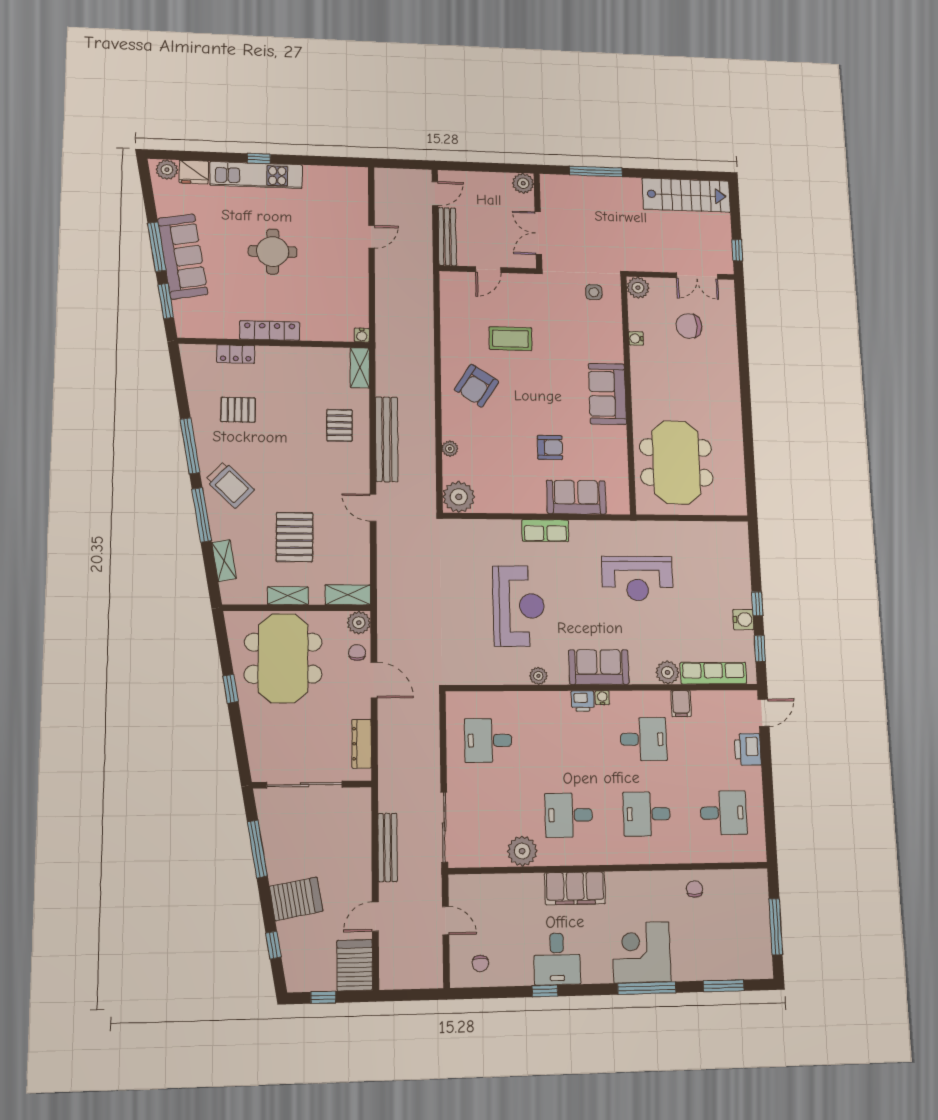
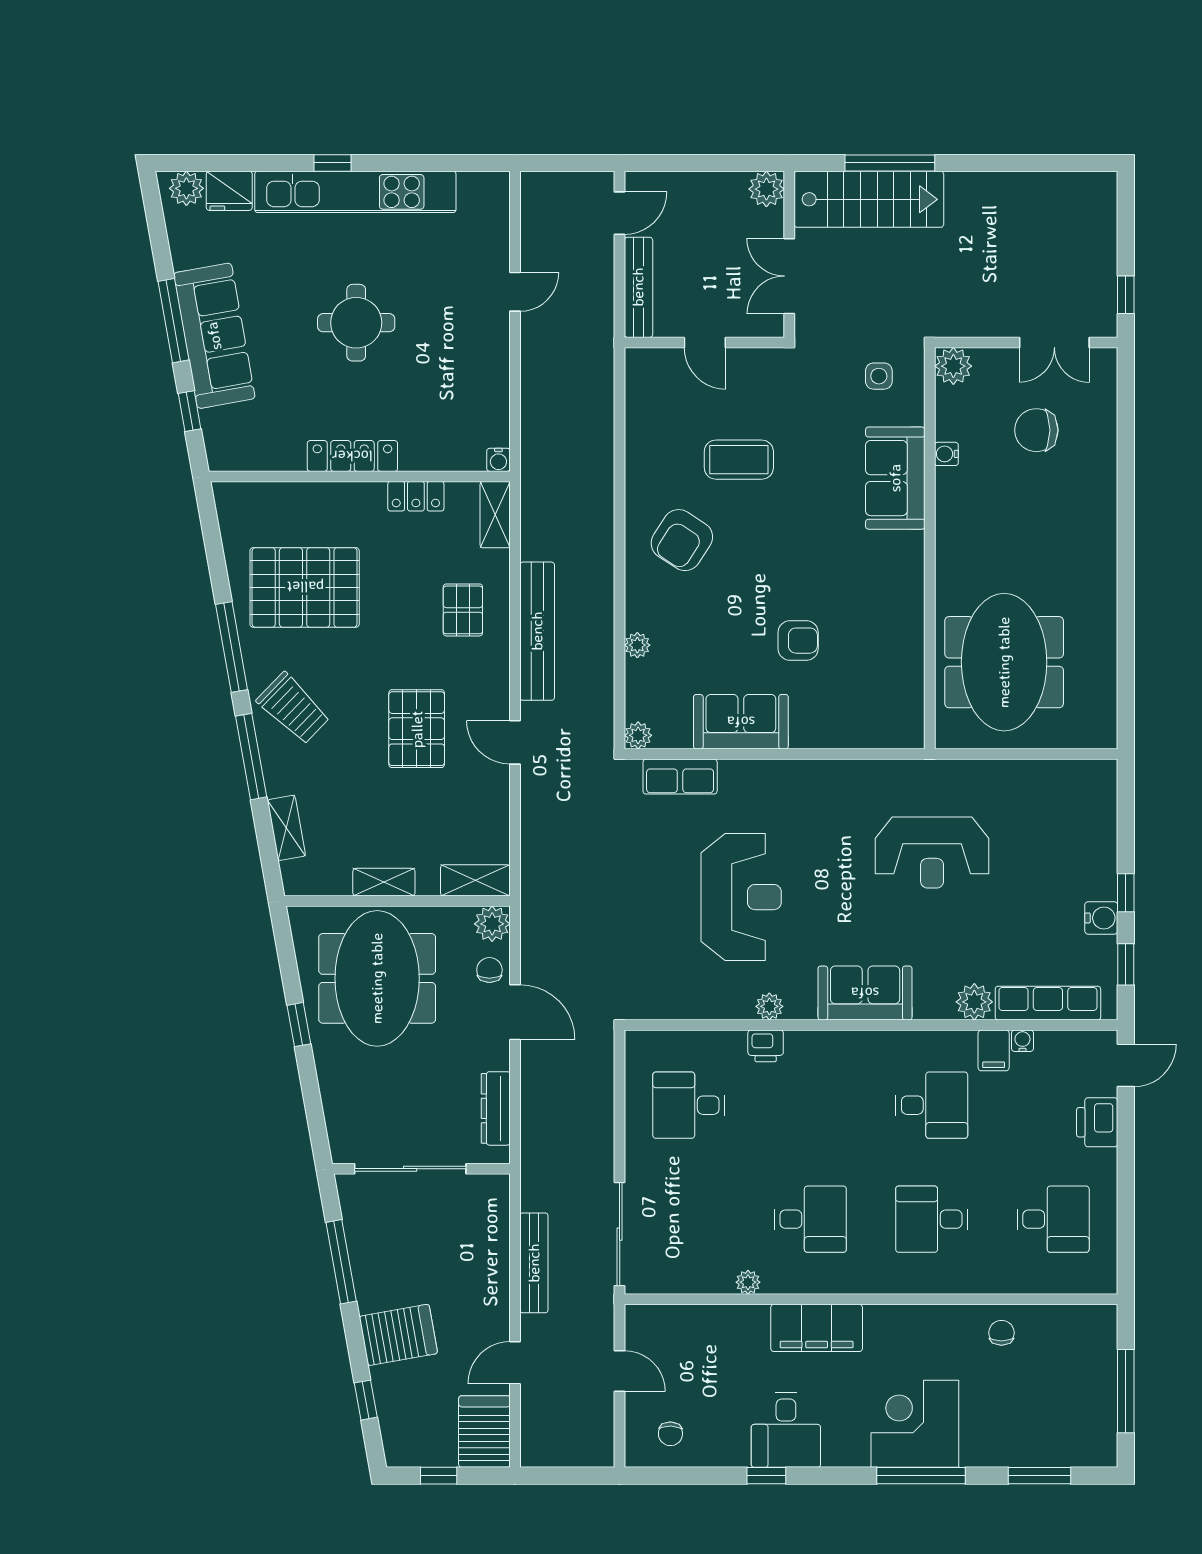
kitchen unit: (256, 175) -> (355, 192), width x1.36
stairs: (686, 195) -> (869, 199), moved
door: (488, 270) -> (705, 343), hinge flipped
window: (166, 301) -> (190, 411), width x0.67
locker: (236, 354) -> (416, 496), moved
sofa: (607, 394) -> (895, 478), moved
pallet: (238, 410) -> (305, 587), width x2.05, depth x2.00
plant: (459, 497) -> (638, 735), width x0.53, depth x0.53
sofa: (576, 497) -> (741, 722), moved
row of seats: (545, 531) -> (680, 777), moved
pallet: (295, 537) -> (417, 729), moved
water cooler: (602, 698) -> (1022, 1041), moved
printer: (583, 701) -> (766, 1046), moved
desk: (569, 815) -> (810, 1219), turned 180
plant: (522, 851) -> (748, 1282), width x0.53, depth x0.53

